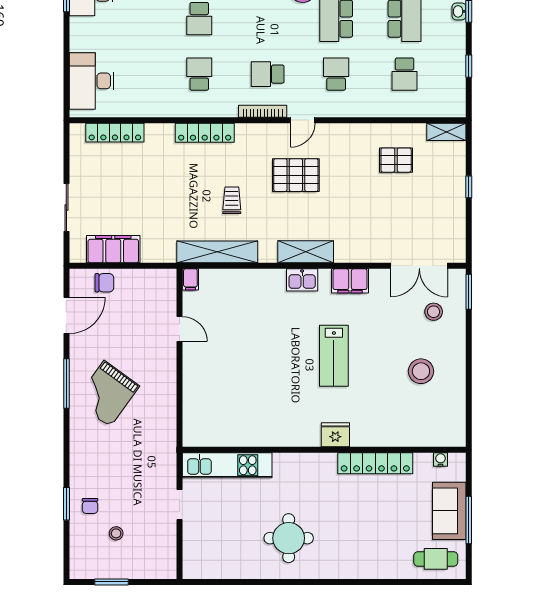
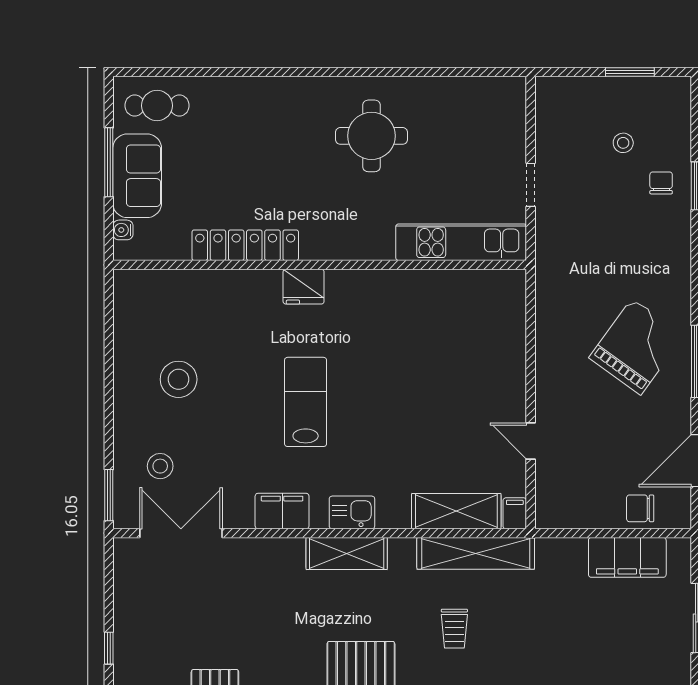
shelving: (231, 281) -> (456, 511), added
water cooler: (441, 459) -> (123, 230), moved, turned 90

